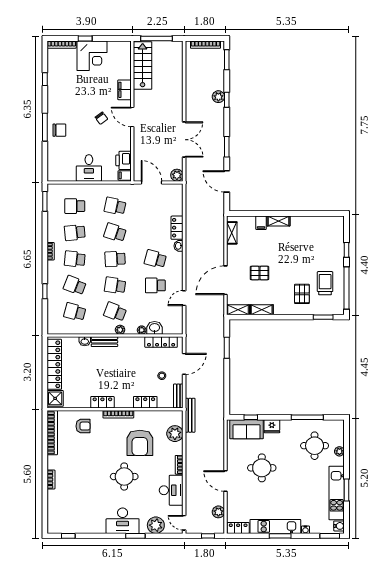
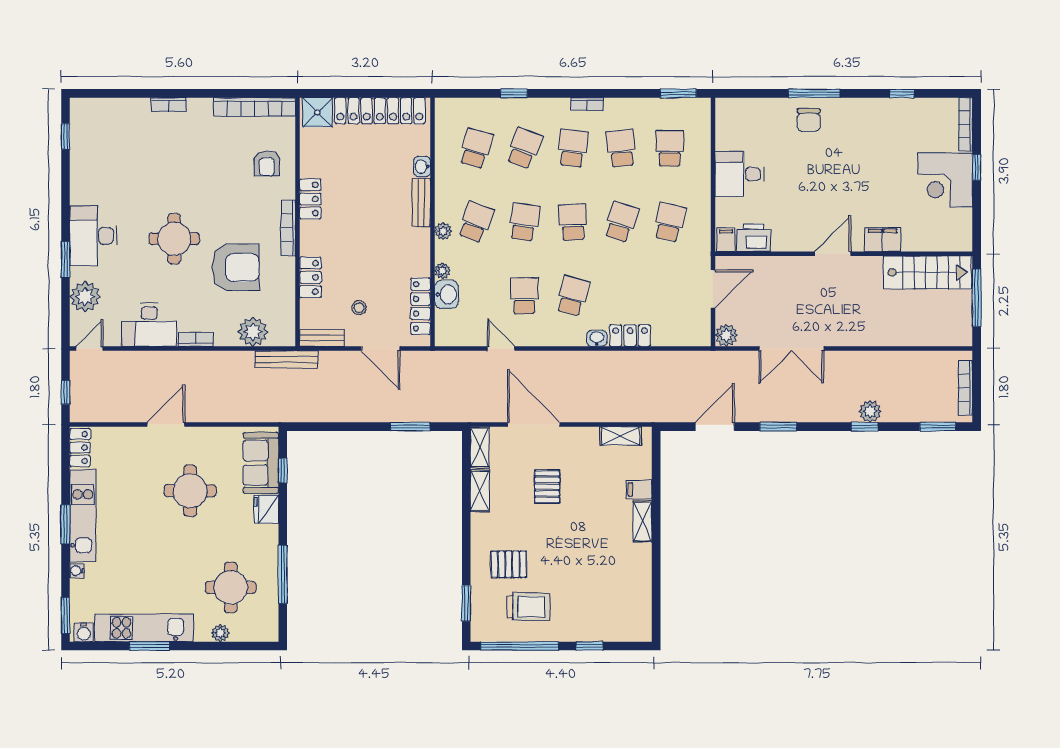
chair: (101, 118) -> (831, 197), removed
armchair: (140, 443) -> (236, 267), turned 180
plant: (218, 512) -> (109, 411), removed

